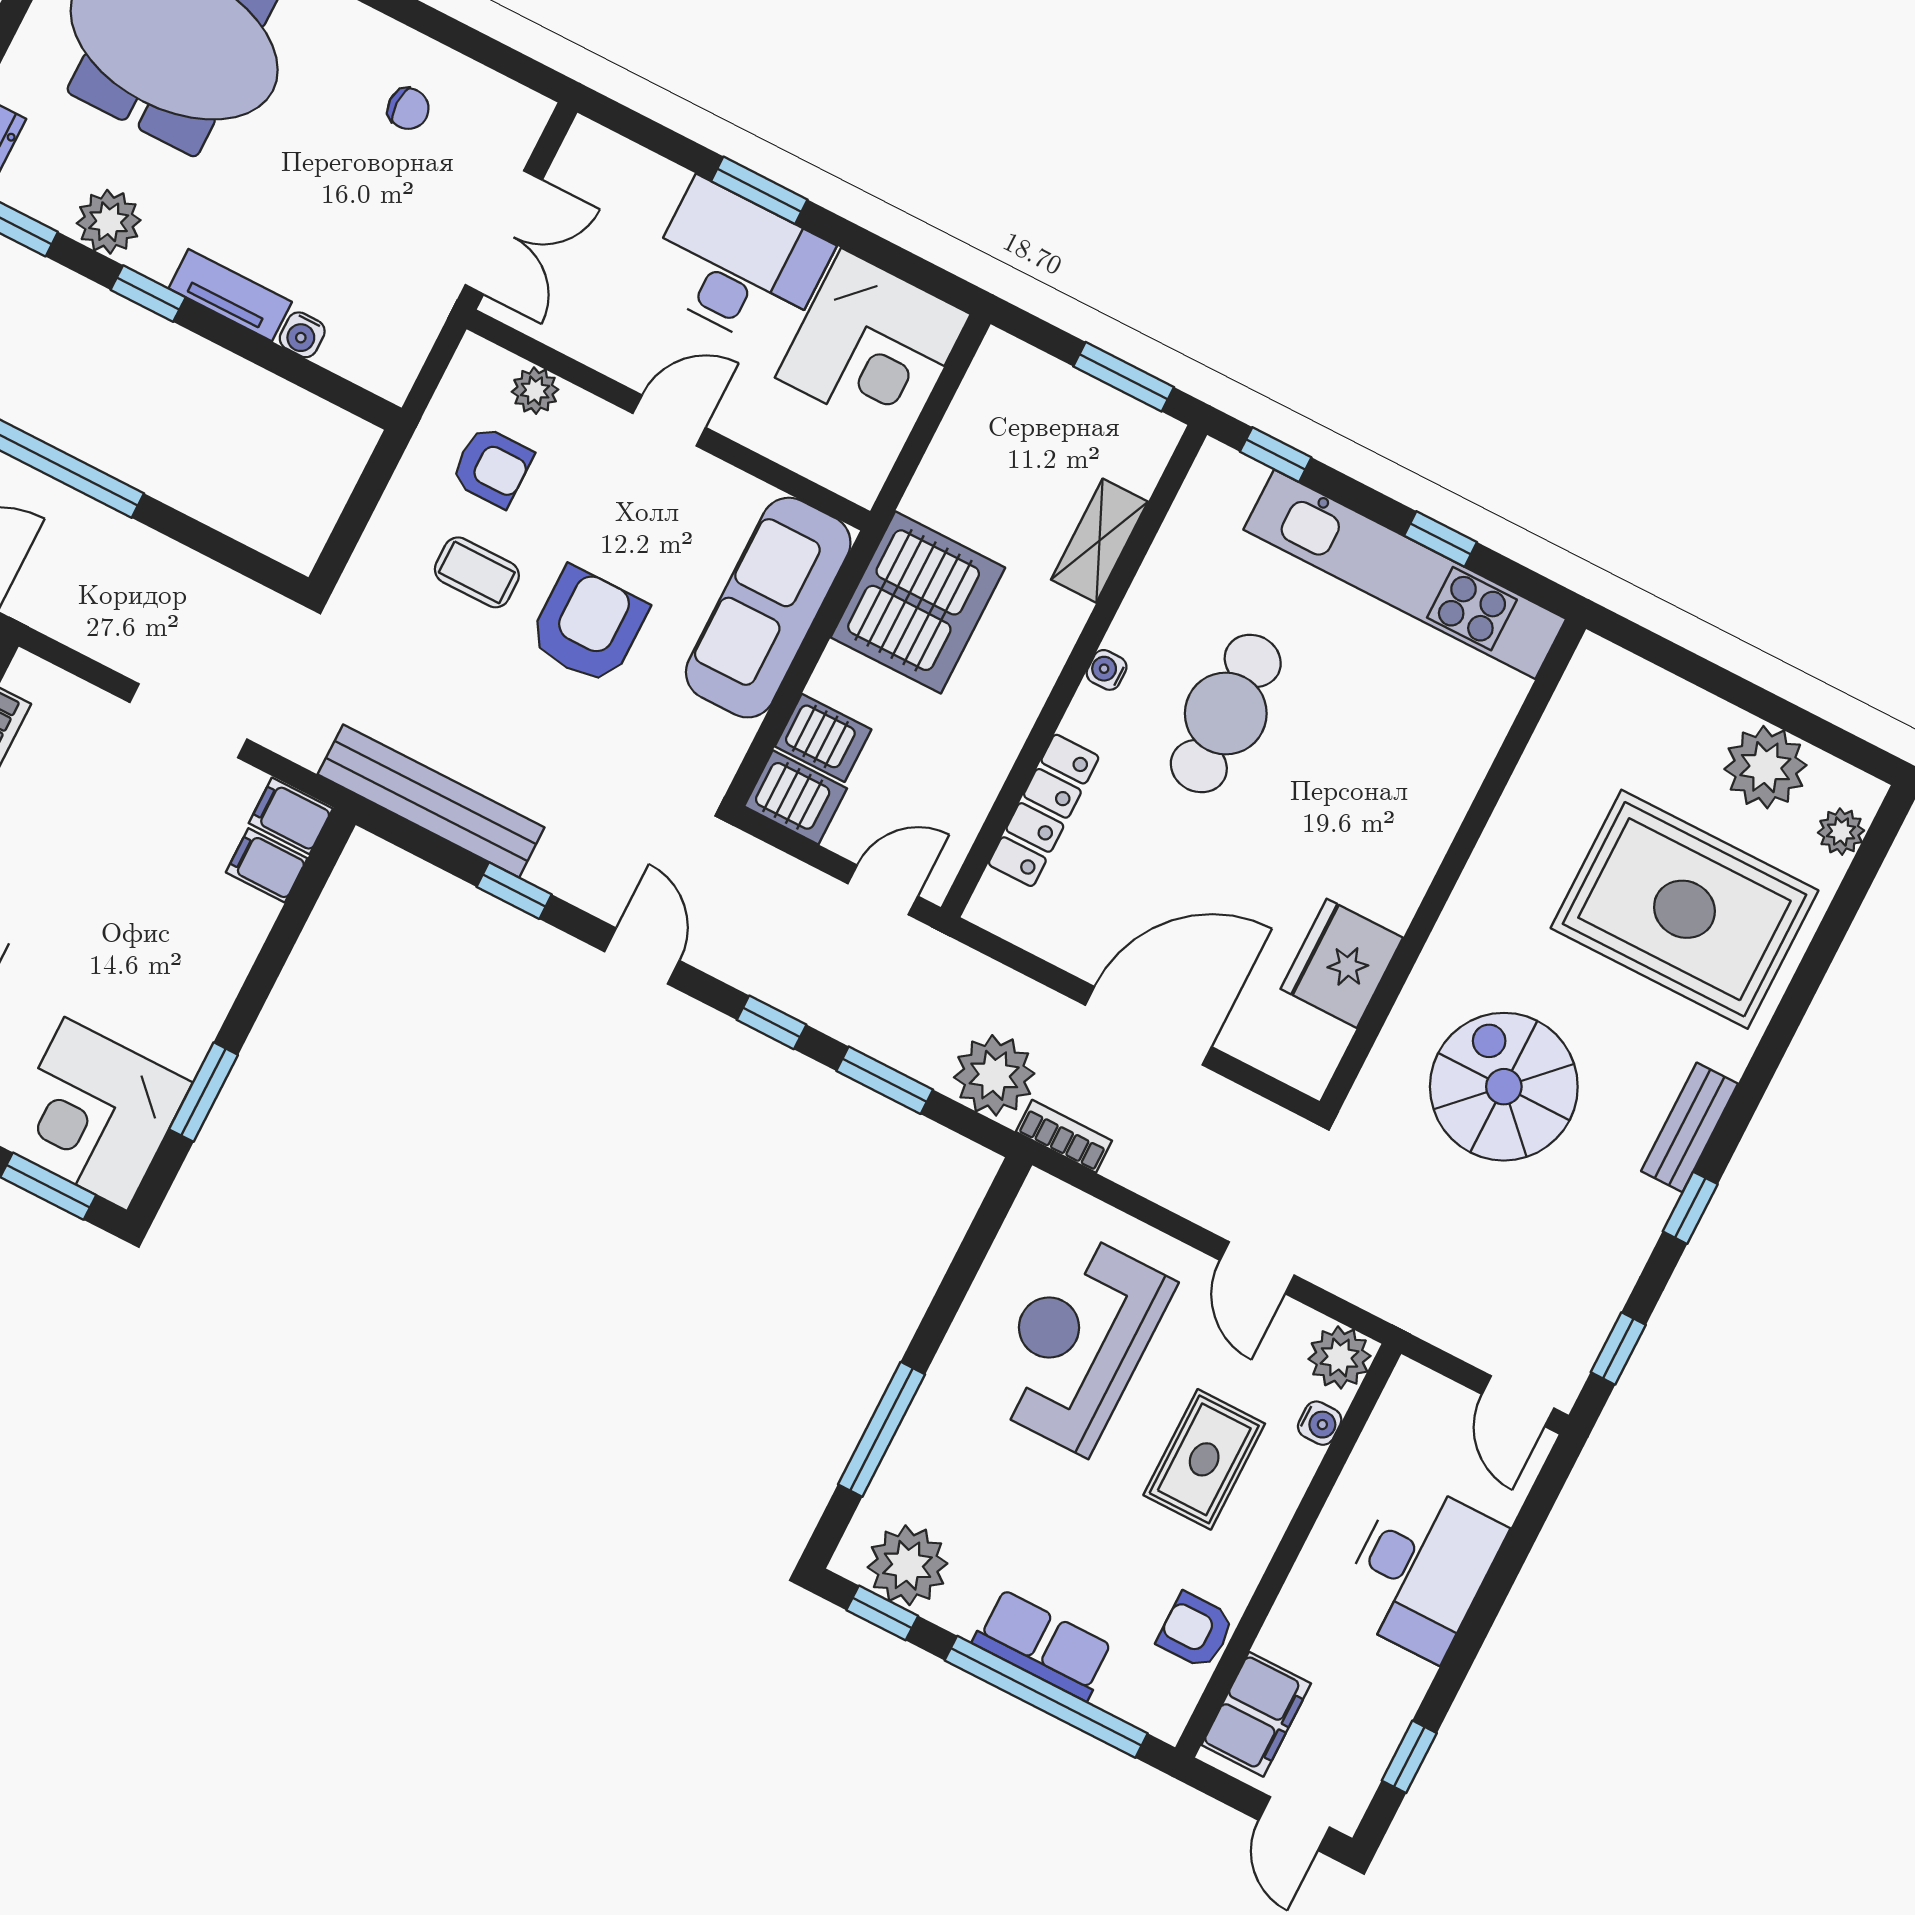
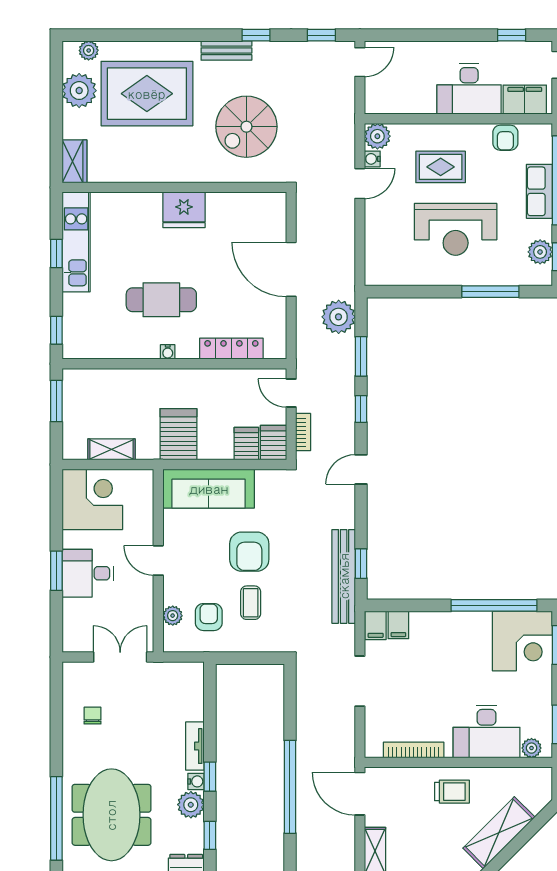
desk: (738, 265) -> (88, 573), width x0.73
water cooler: (302, 335) -> (196, 781), moved
shelving: (1099, 541) -> (112, 449), moved
kitchen unit: (1405, 574) -> (76, 242), width x0.73
server rack: (918, 602) -> (178, 434), width x0.62
armchair: (588, 626) -> (249, 552), turned -90
wardrobe: (1618, 679) -> (75, 161), added
window: (514, 891) -> (361, 564), moved
rug: (1684, 909) -> (147, 94), turned 90
fridge: (1342, 963) -> (184, 210), moved
window: (204, 1092) -> (494, 605), width x2.11
bookcase: (1064, 1136) -> (303, 432), moved, turned 180
reception desk: (1078, 1342) -> (456, 229), moved
water cooler: (1320, 1423) -> (372, 159), moved, turned -90
plant: (907, 1565) -> (540, 252), width x0.73, depth x0.73
desk: (1421, 1570) -> (469, 89), moved, turned 180

